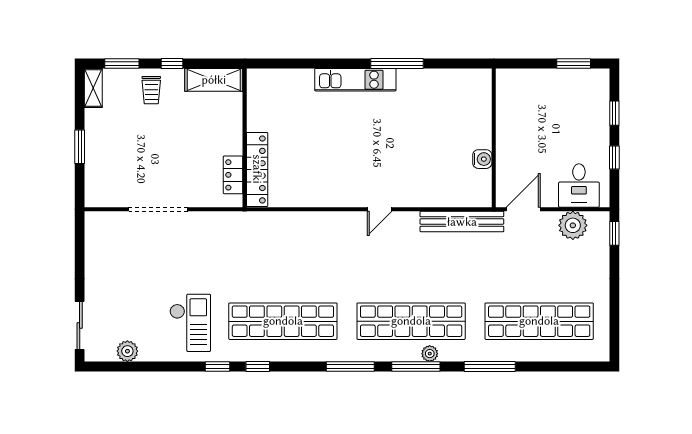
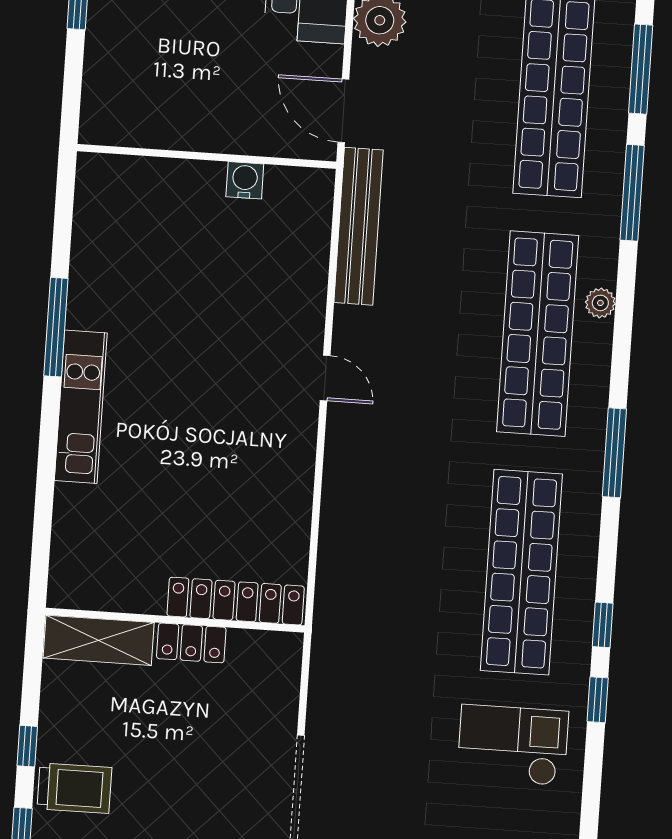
shelving: (214, 80) -> (99, 640), moved, turned 90
trolley: (151, 90) -> (74, 788), width x1.36, depth x1.39
locker: (233, 175) -> (191, 643), moved
window: (416, 367) -> (641, 69), moved

